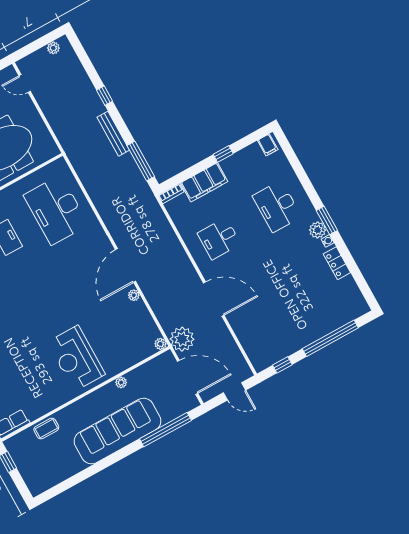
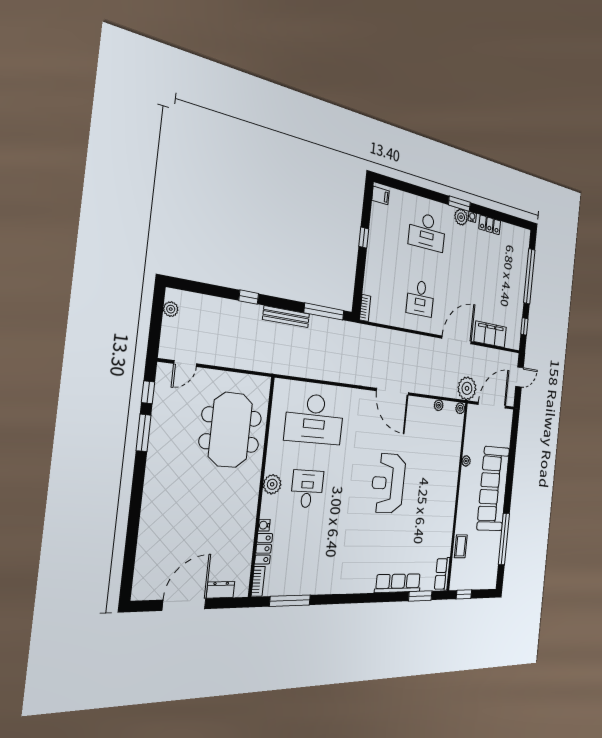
filing cabinet: (204, 182) -> (490, 334), moved, turned -90
plant: (134, 295) -> (439, 405), moved
reception desk: (76, 358) -> (388, 483), moved, turned 90
window: (165, 430) -> (504, 539), moved

